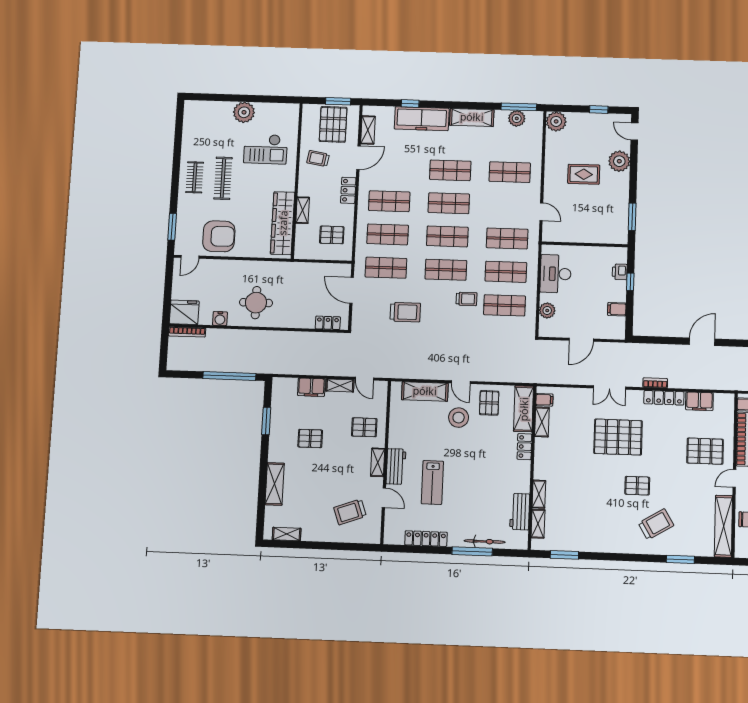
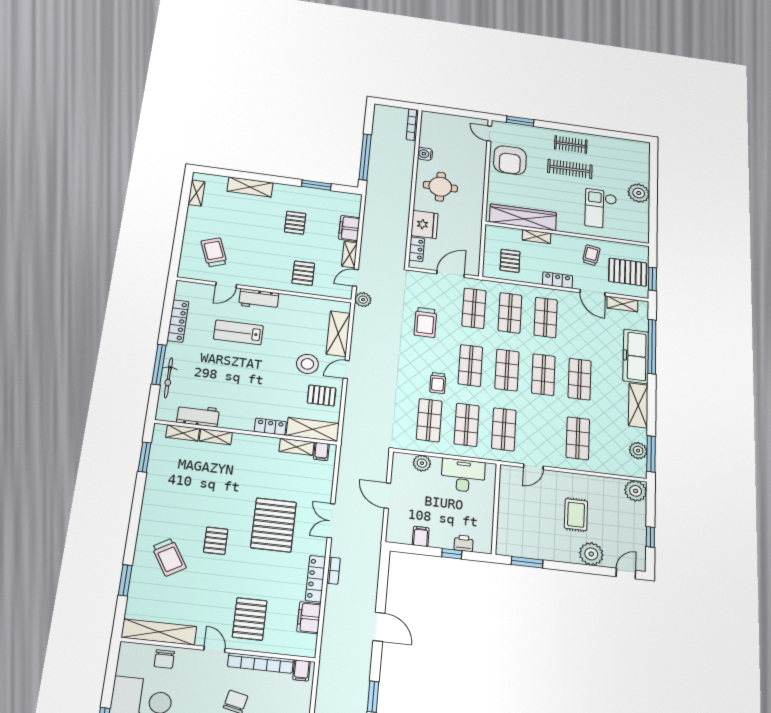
window: (410, 104) -> (652, 347), width x3.17
fridge: (184, 312) -> (425, 224), moved
plant: (387, 370) -> (363, 300), added
shelving: (378, 462) -> (265, 282), removed

